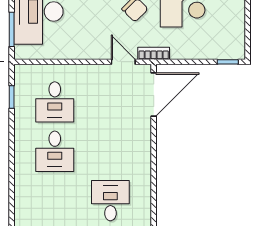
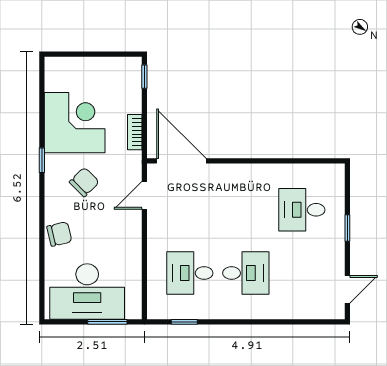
bookcase: (154, 53) -> (135, 132), moved
desk: (55, 102) -> (190, 273), turned 180

